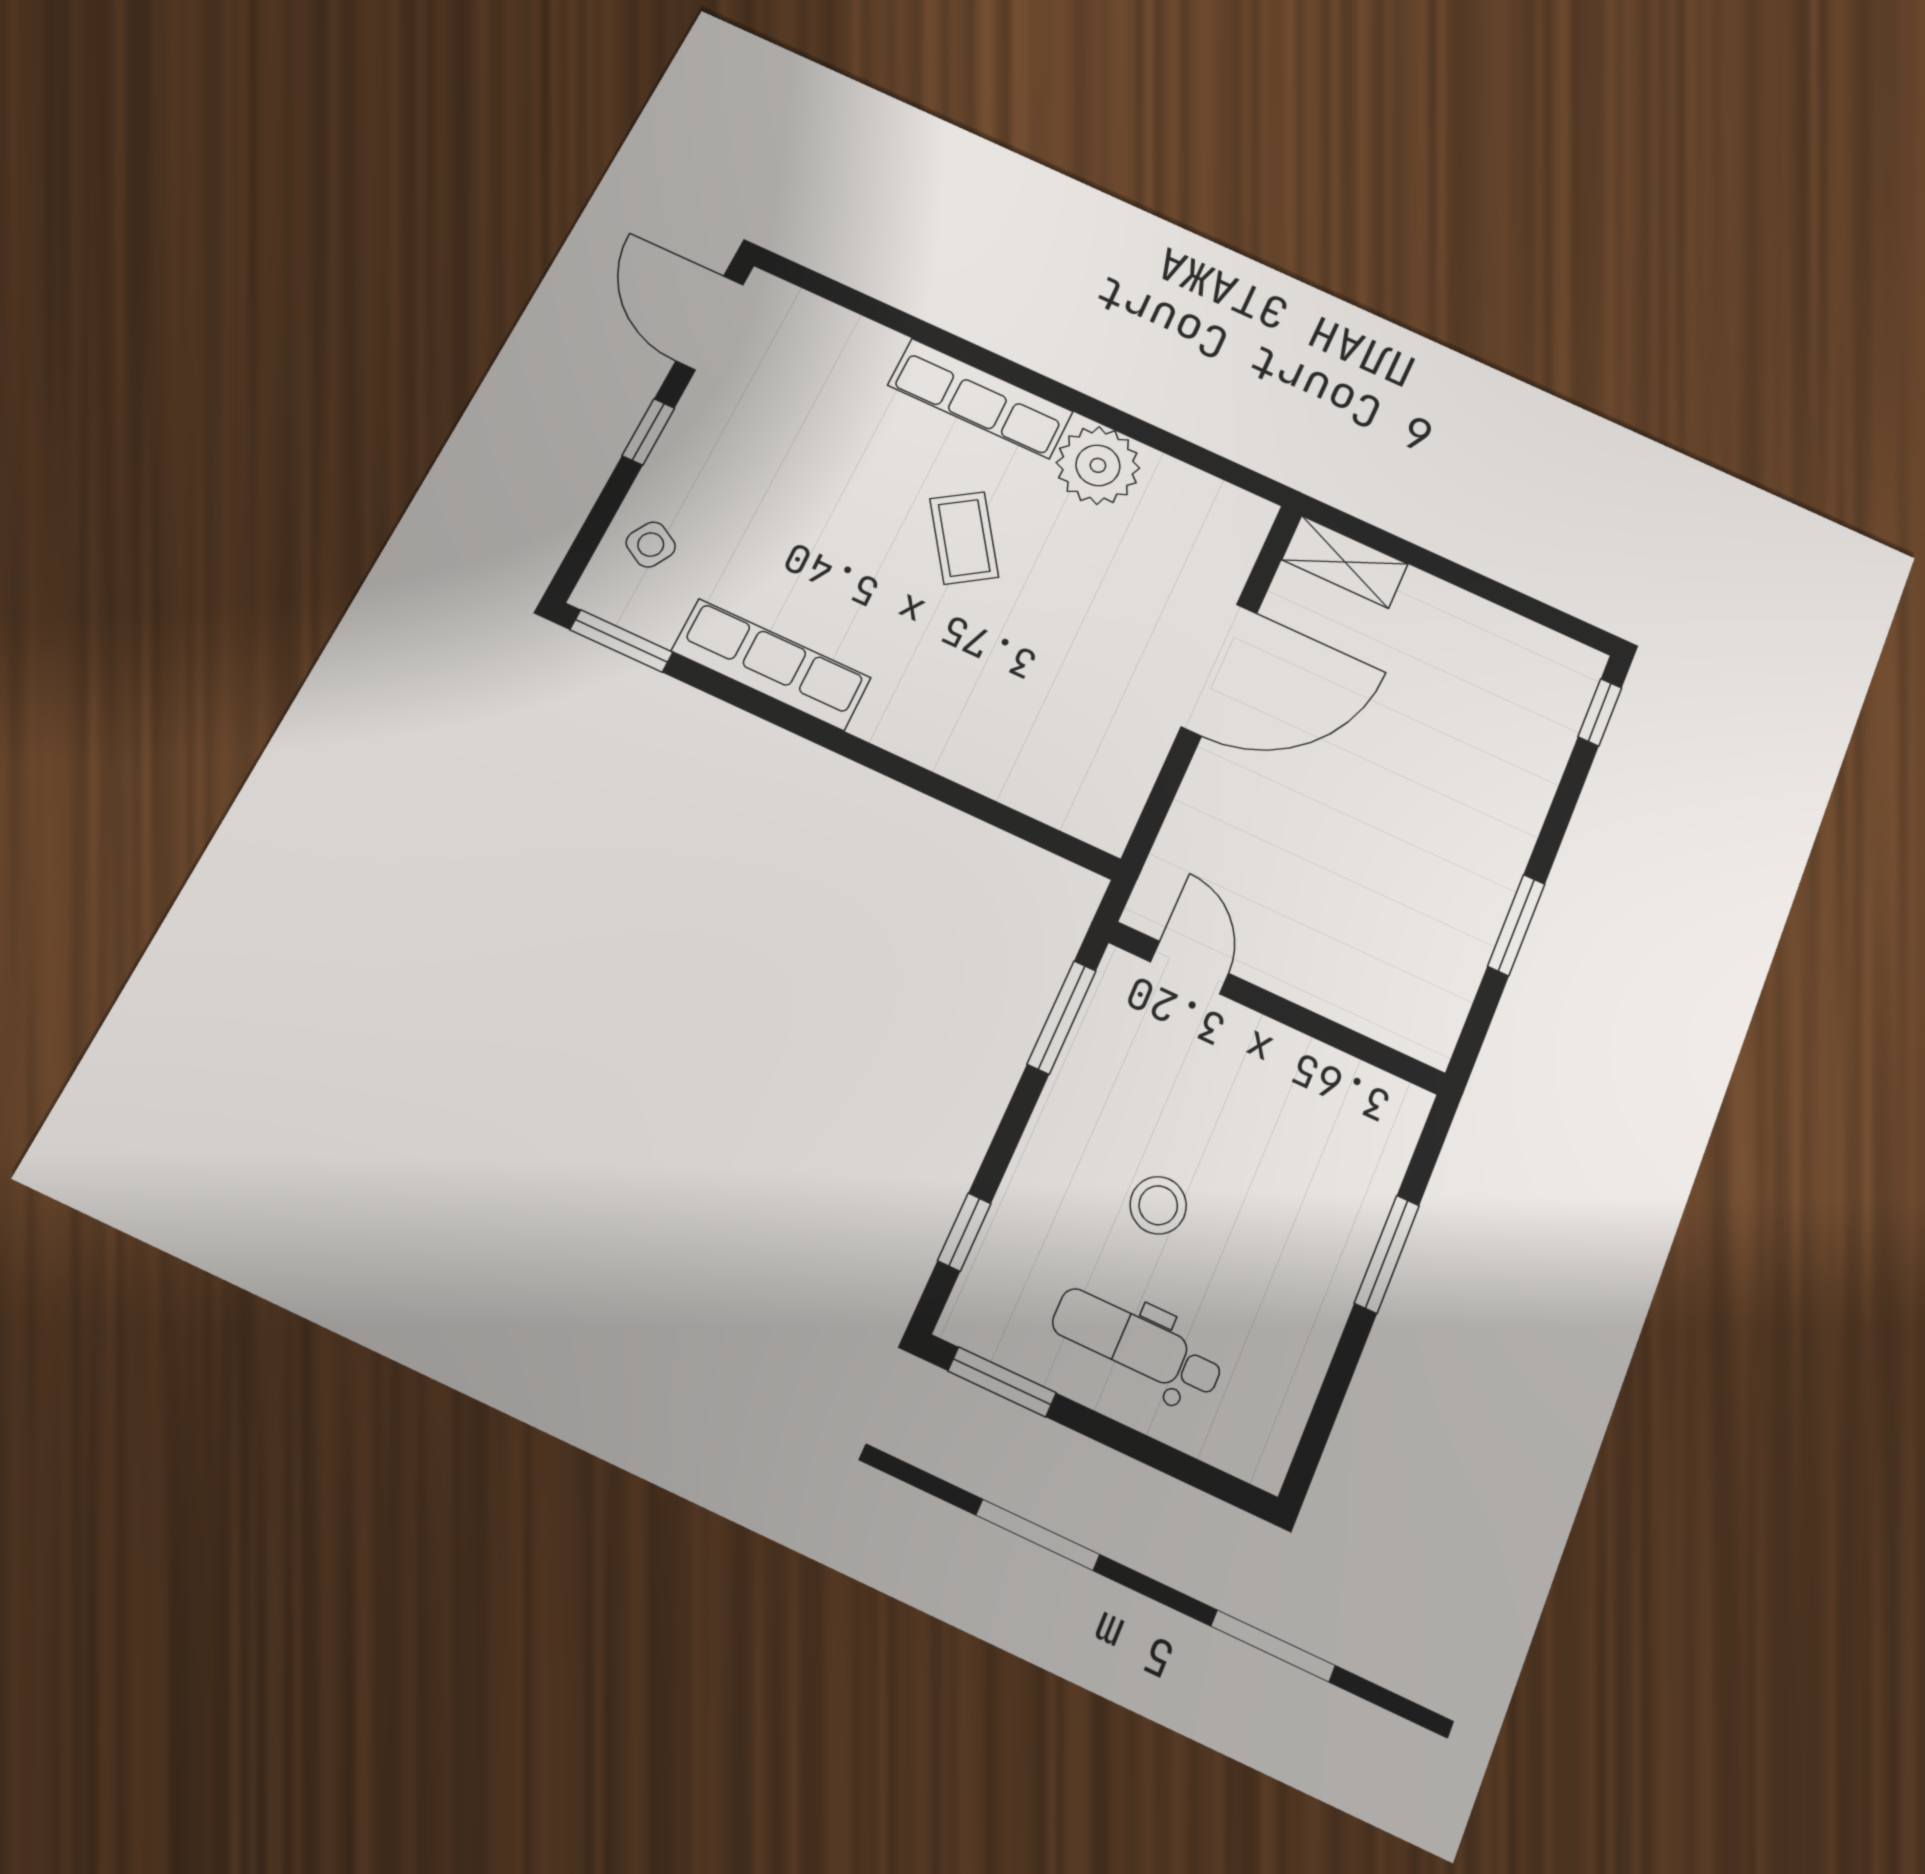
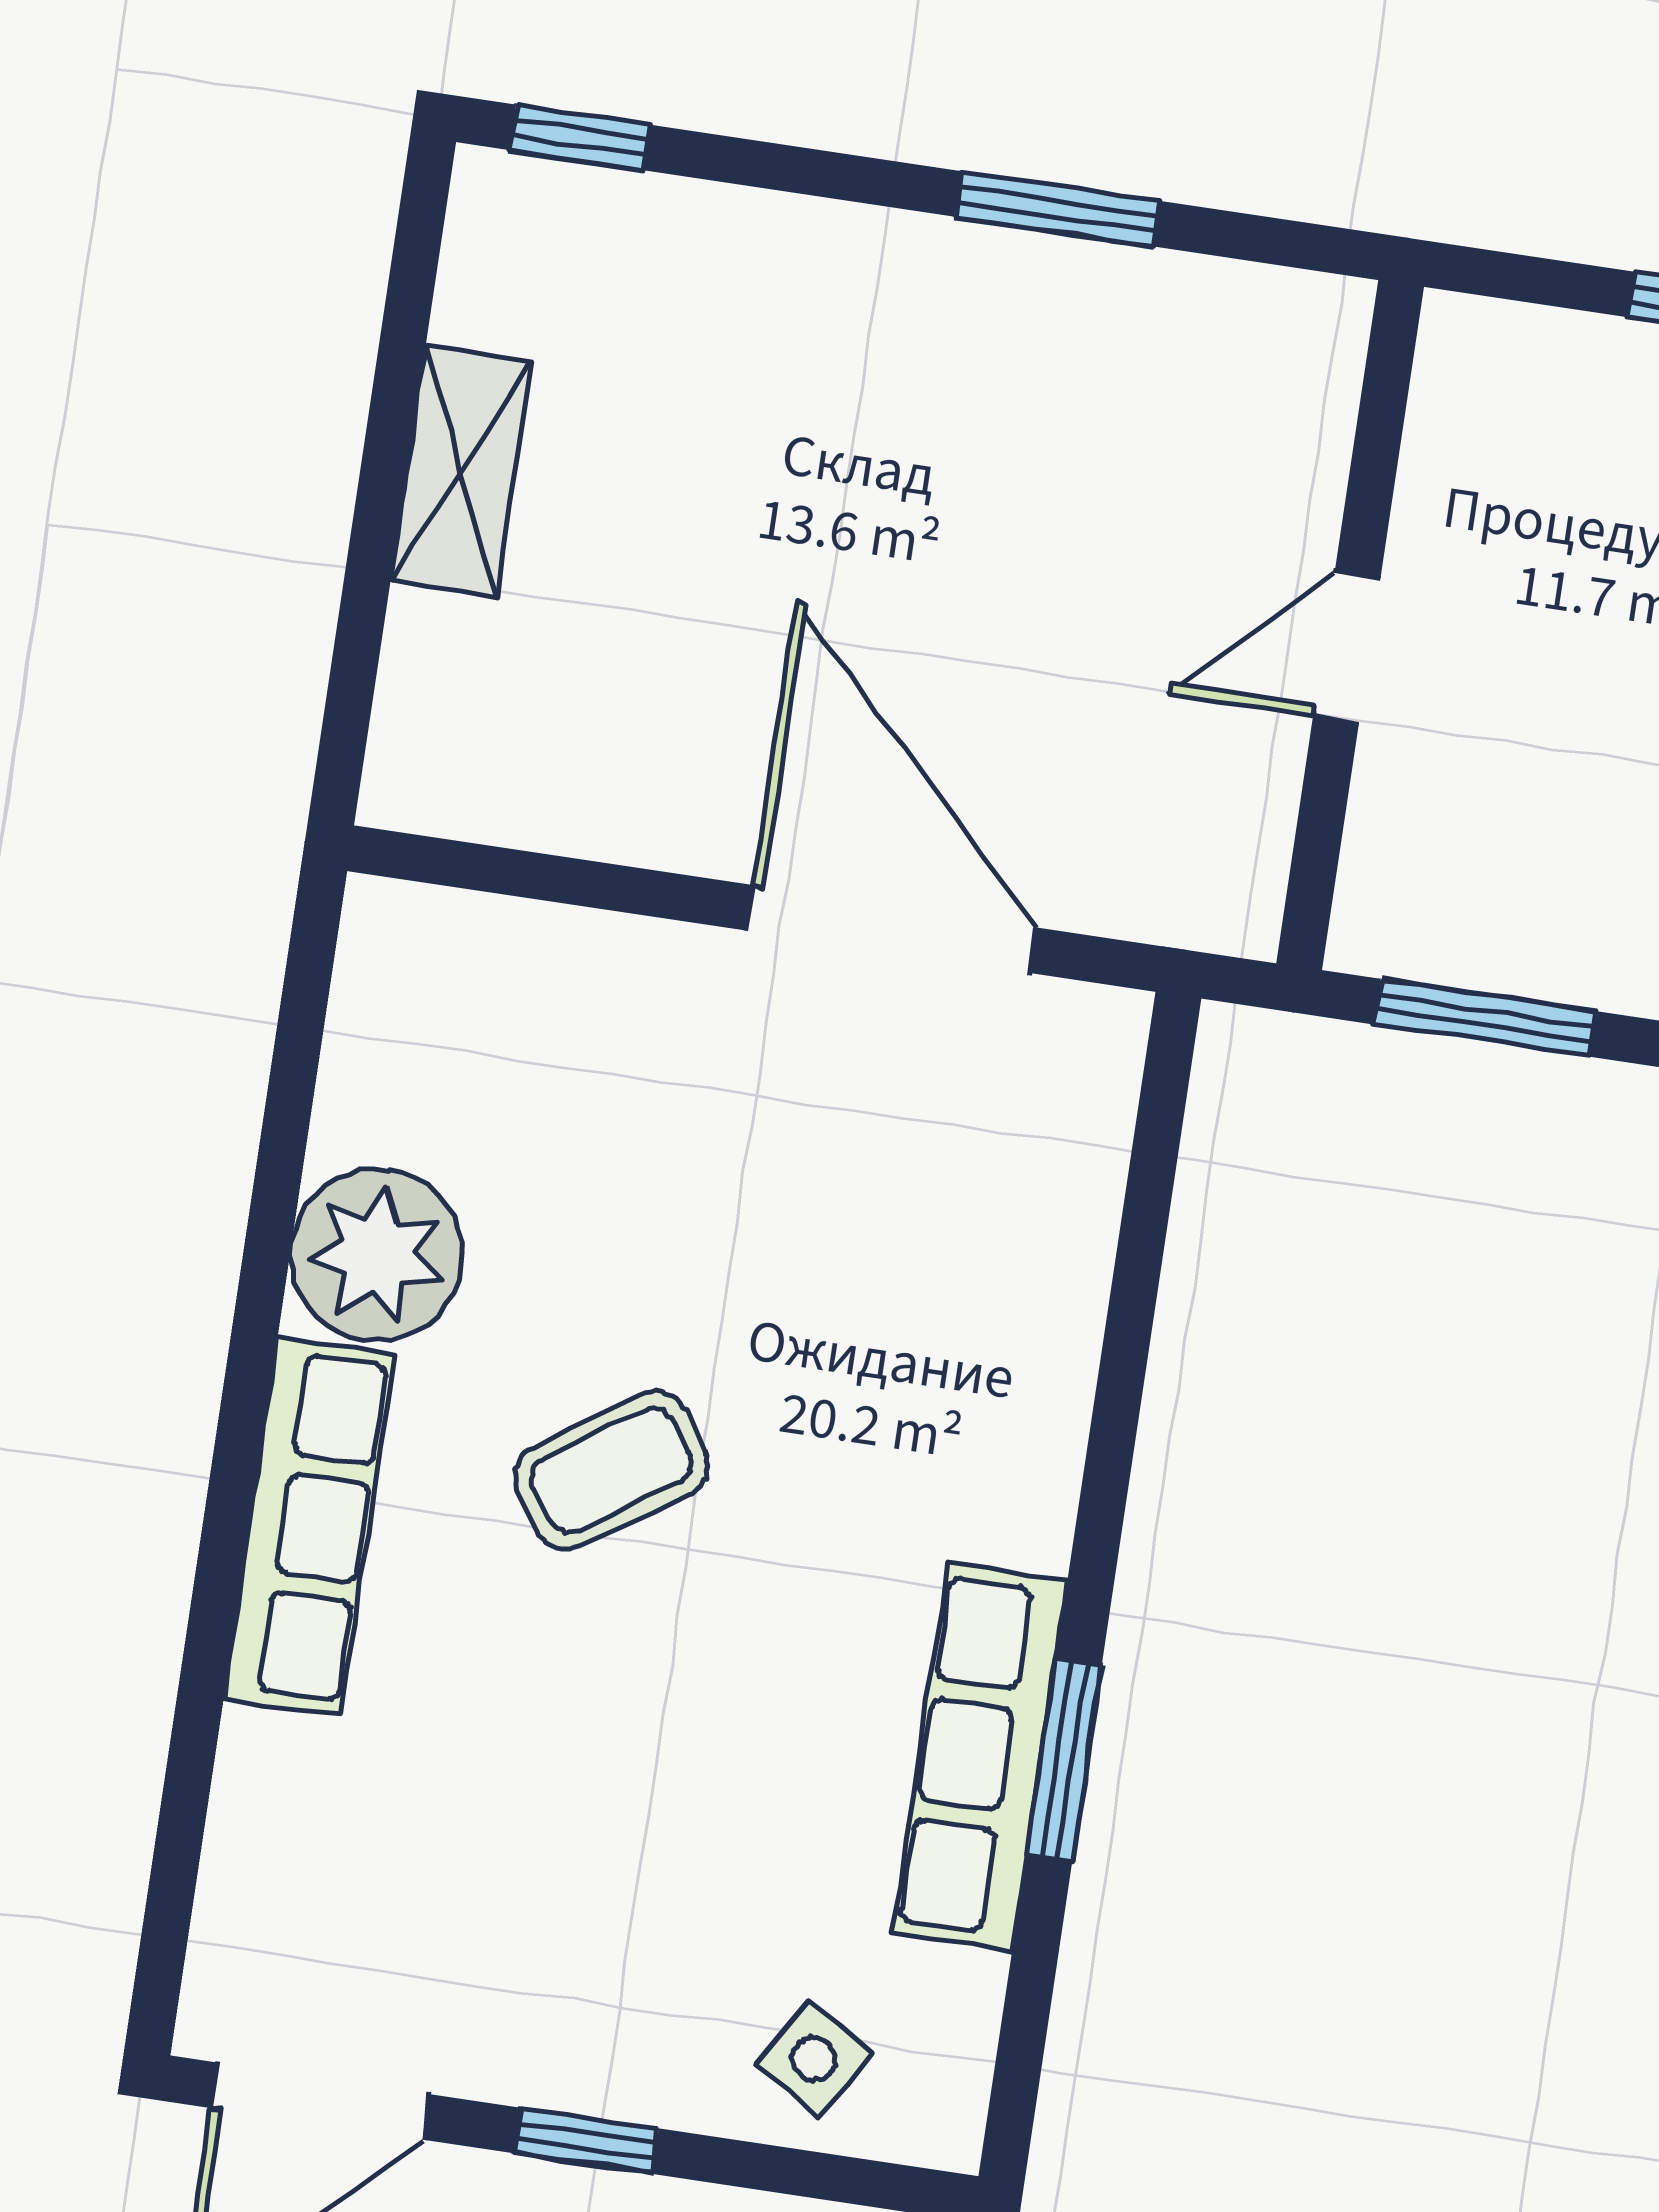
shelving: (1345, 562) -> (461, 471), moved
window: (621, 641) -> (1064, 1761), moved
door: (1219, 670) -> (891, 929), moved
door: (1190, 968) -> (1347, 647), moved

